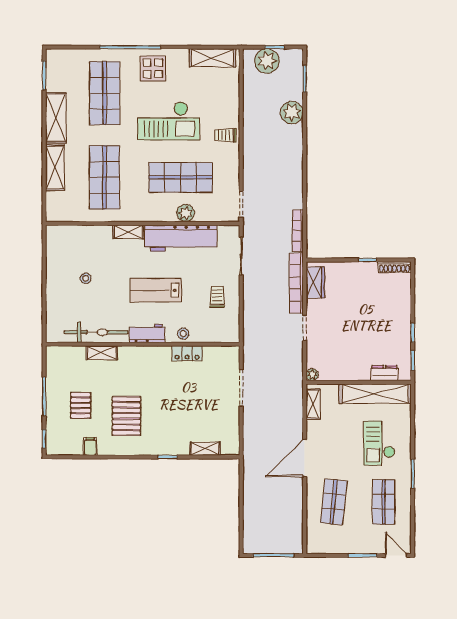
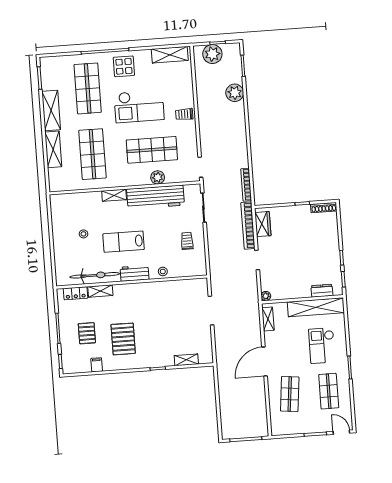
lab bench: (156, 290) -> (124, 242), moved
locker: (187, 353) -> (76, 293), moved

